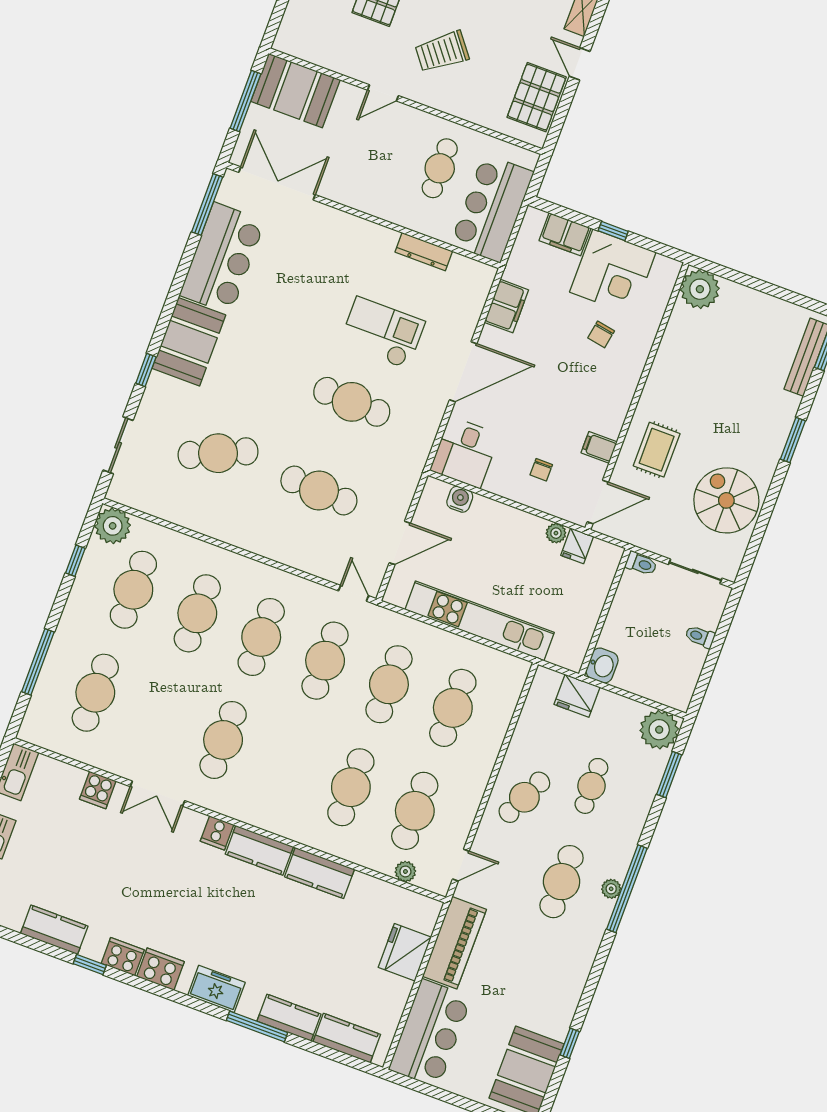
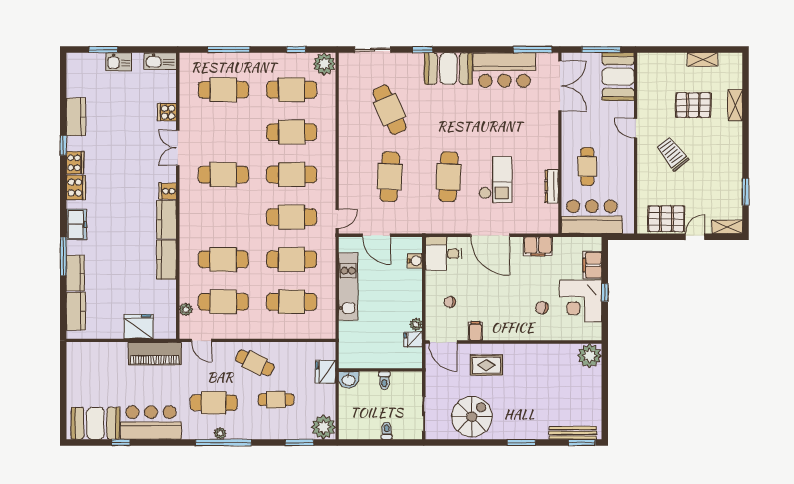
cafe table: (440, 168) -> (587, 167), moved, turned 90
toilet: (641, 564) -> (384, 381), moved
kitchen unit: (480, 621) -> (348, 286), width x0.73
bar counter: (430, 1033) -> (151, 423), moved, turned 180

